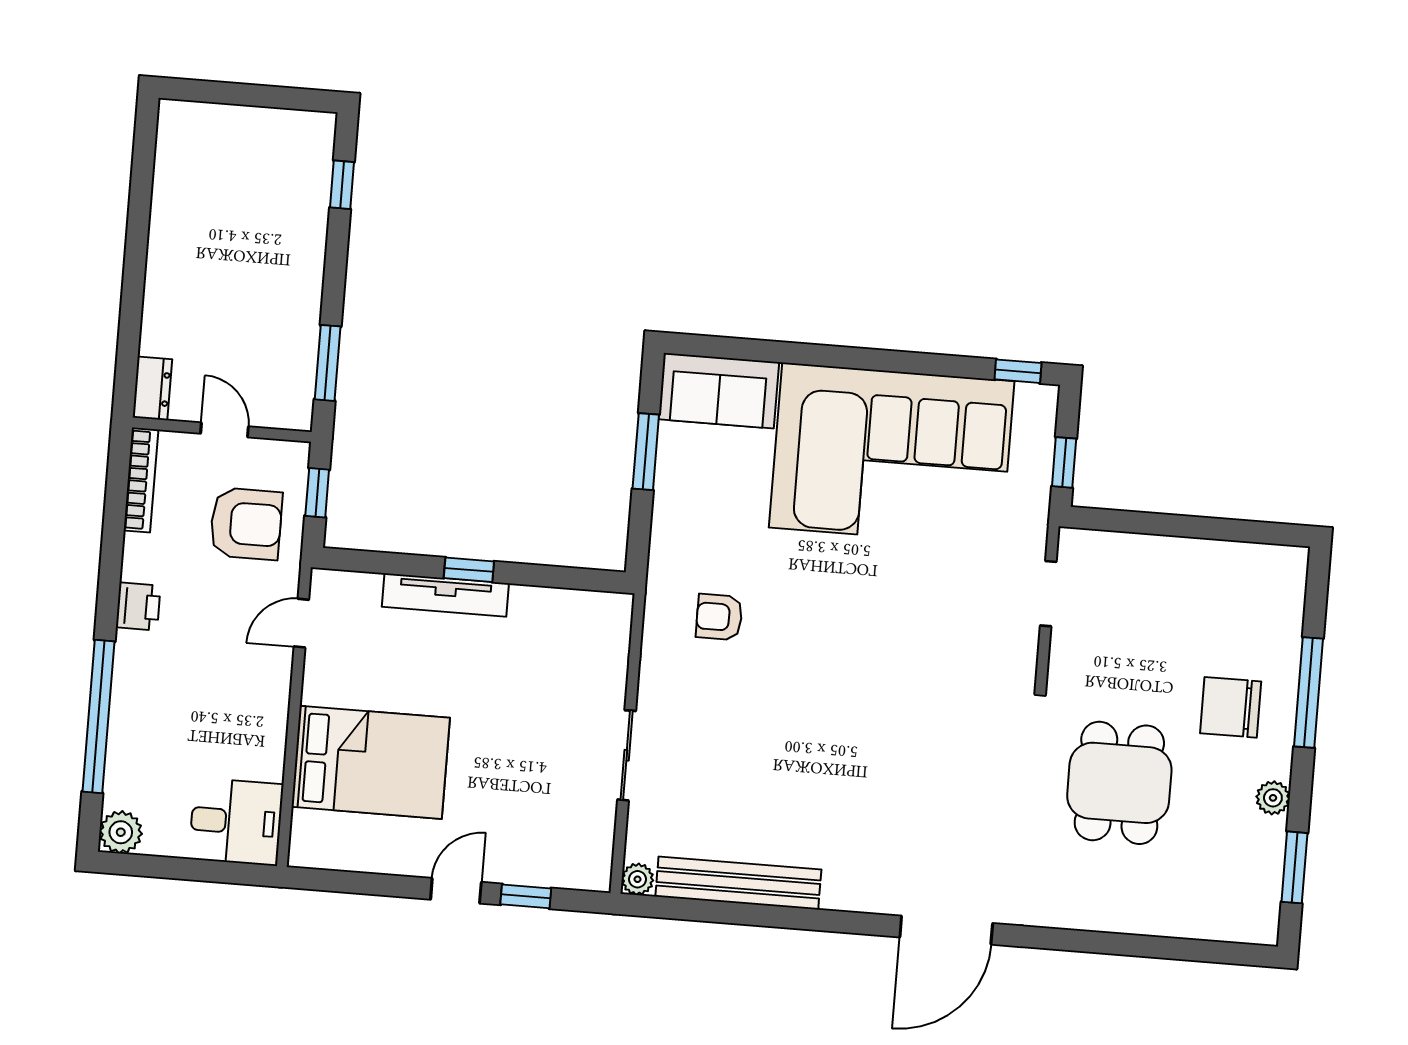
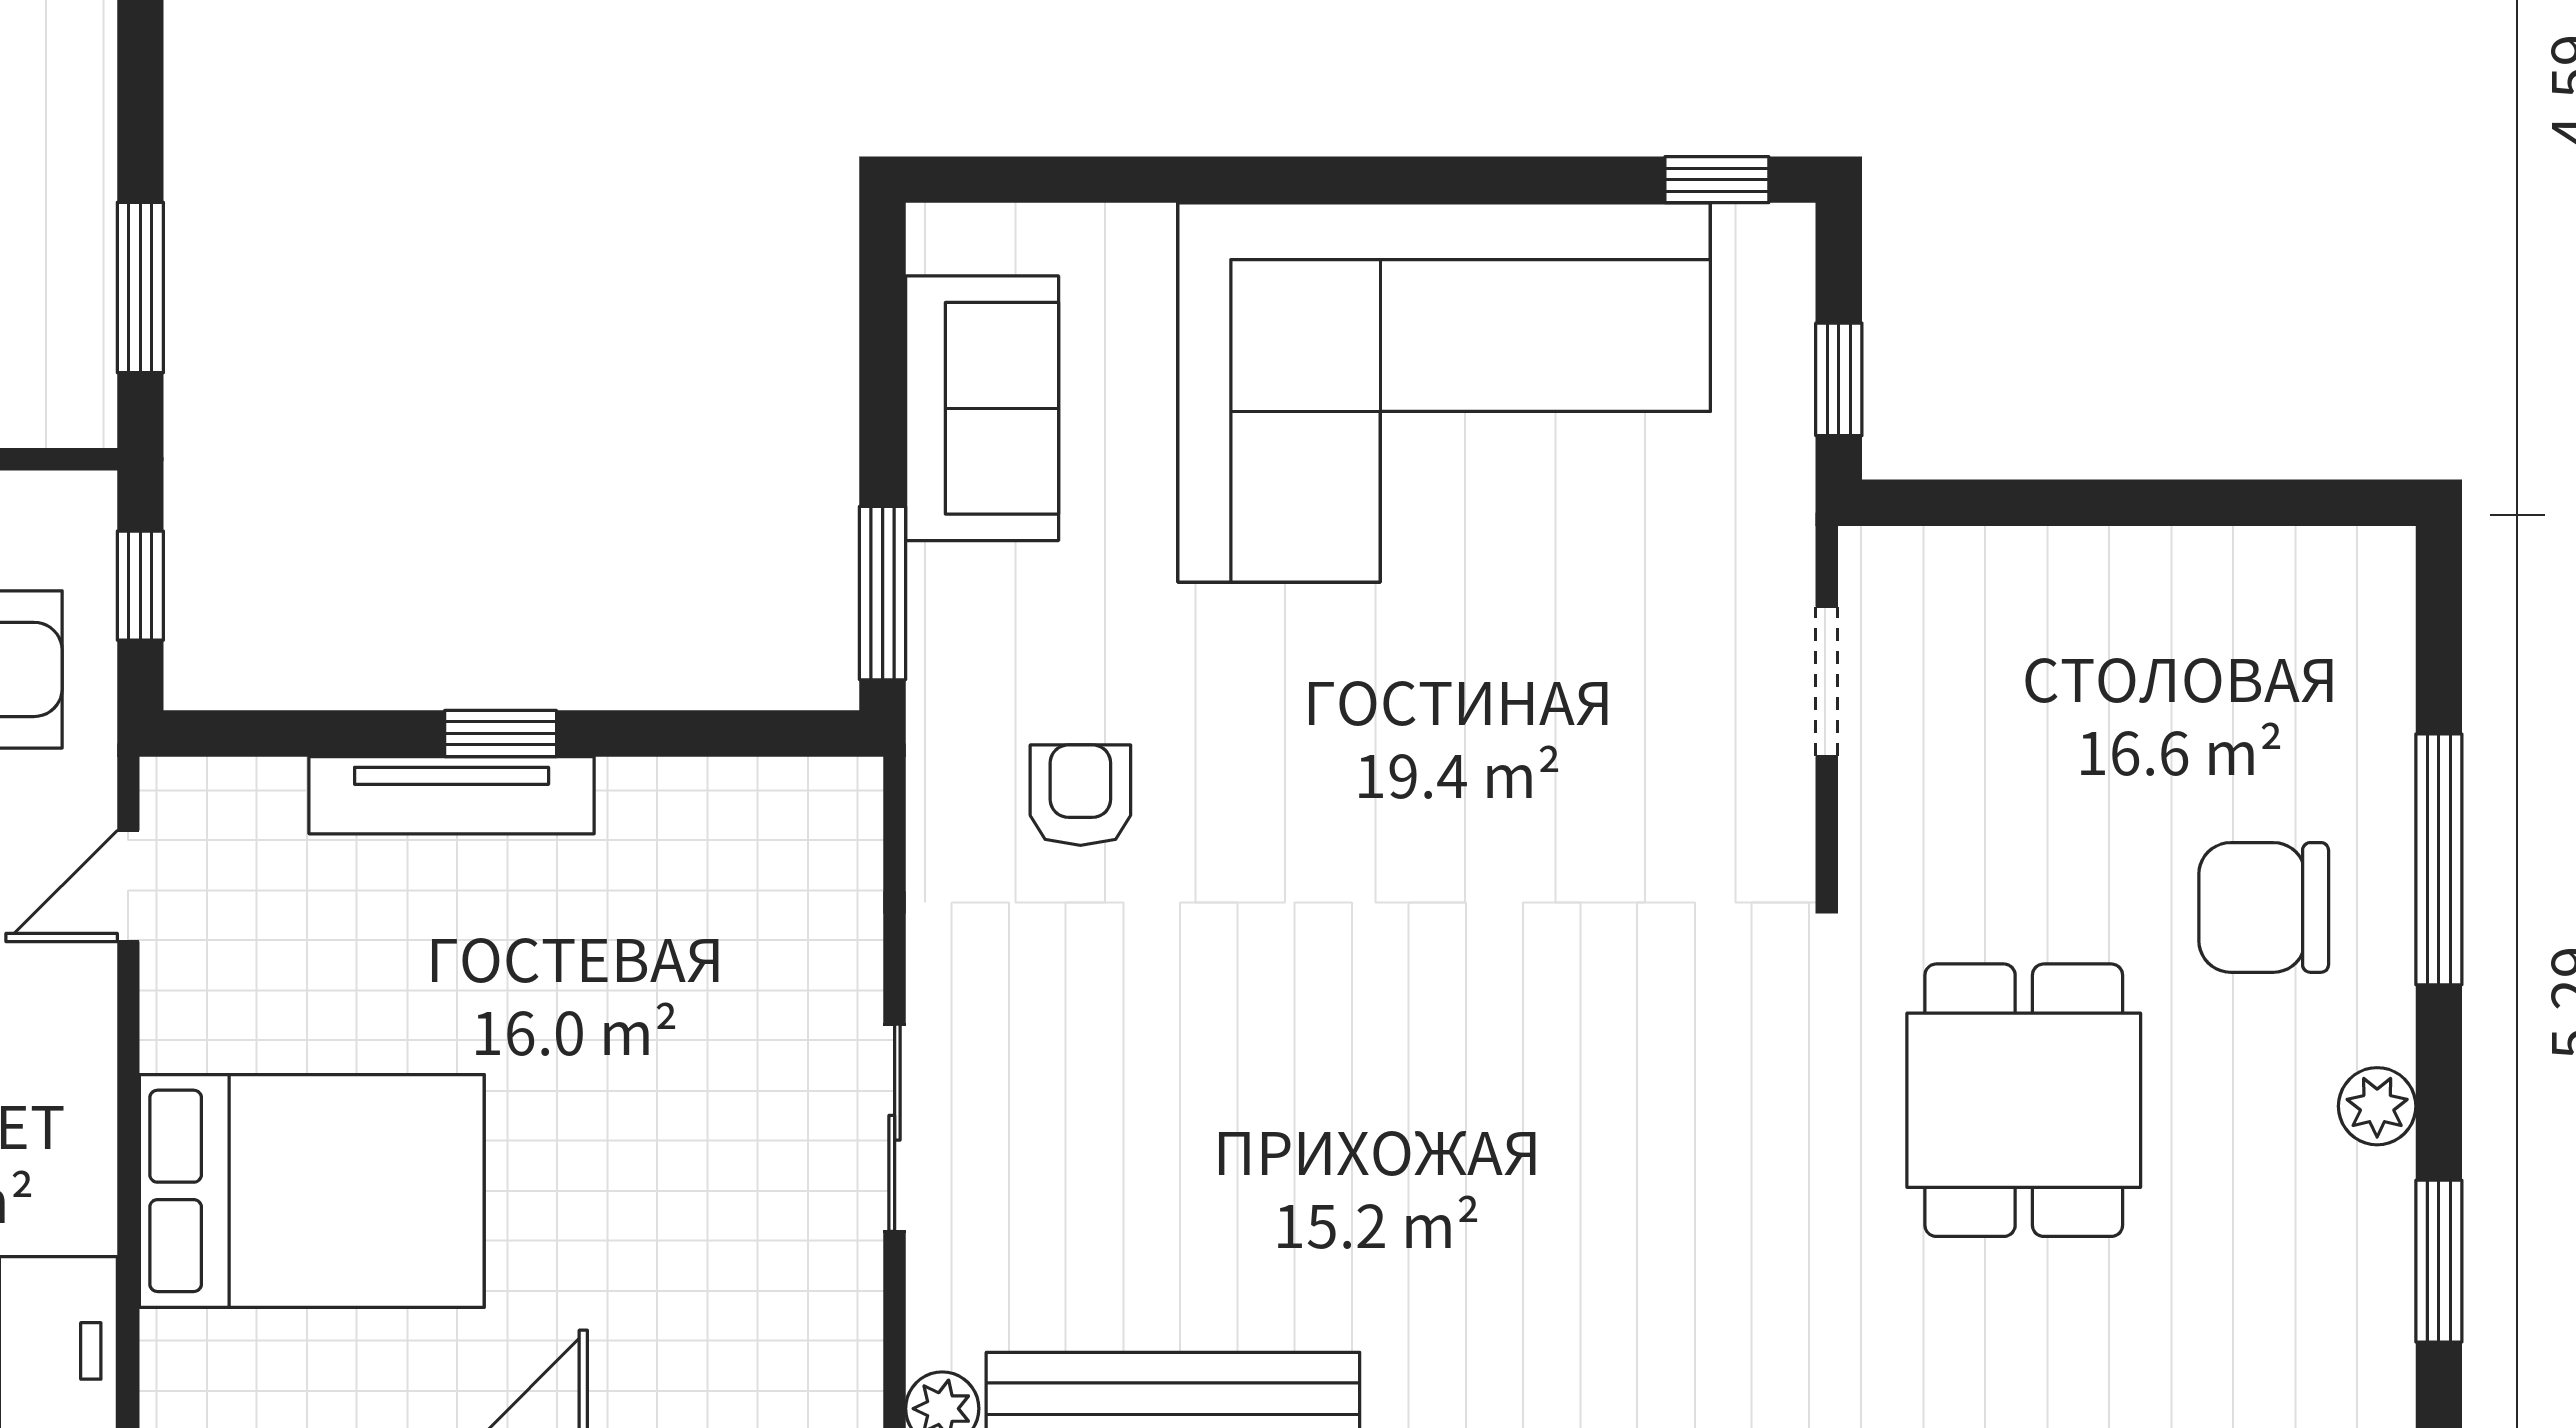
sofa: (719, 391) -> (982, 408), moved, turned -90
window: (646, 452) -> (883, 593), moved
armchair: (719, 617) -> (1080, 795), turned 90

